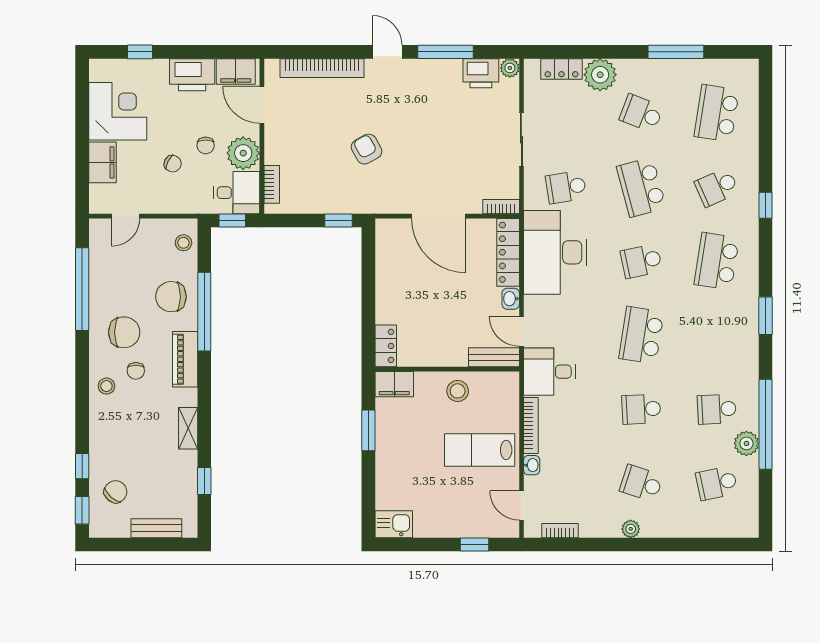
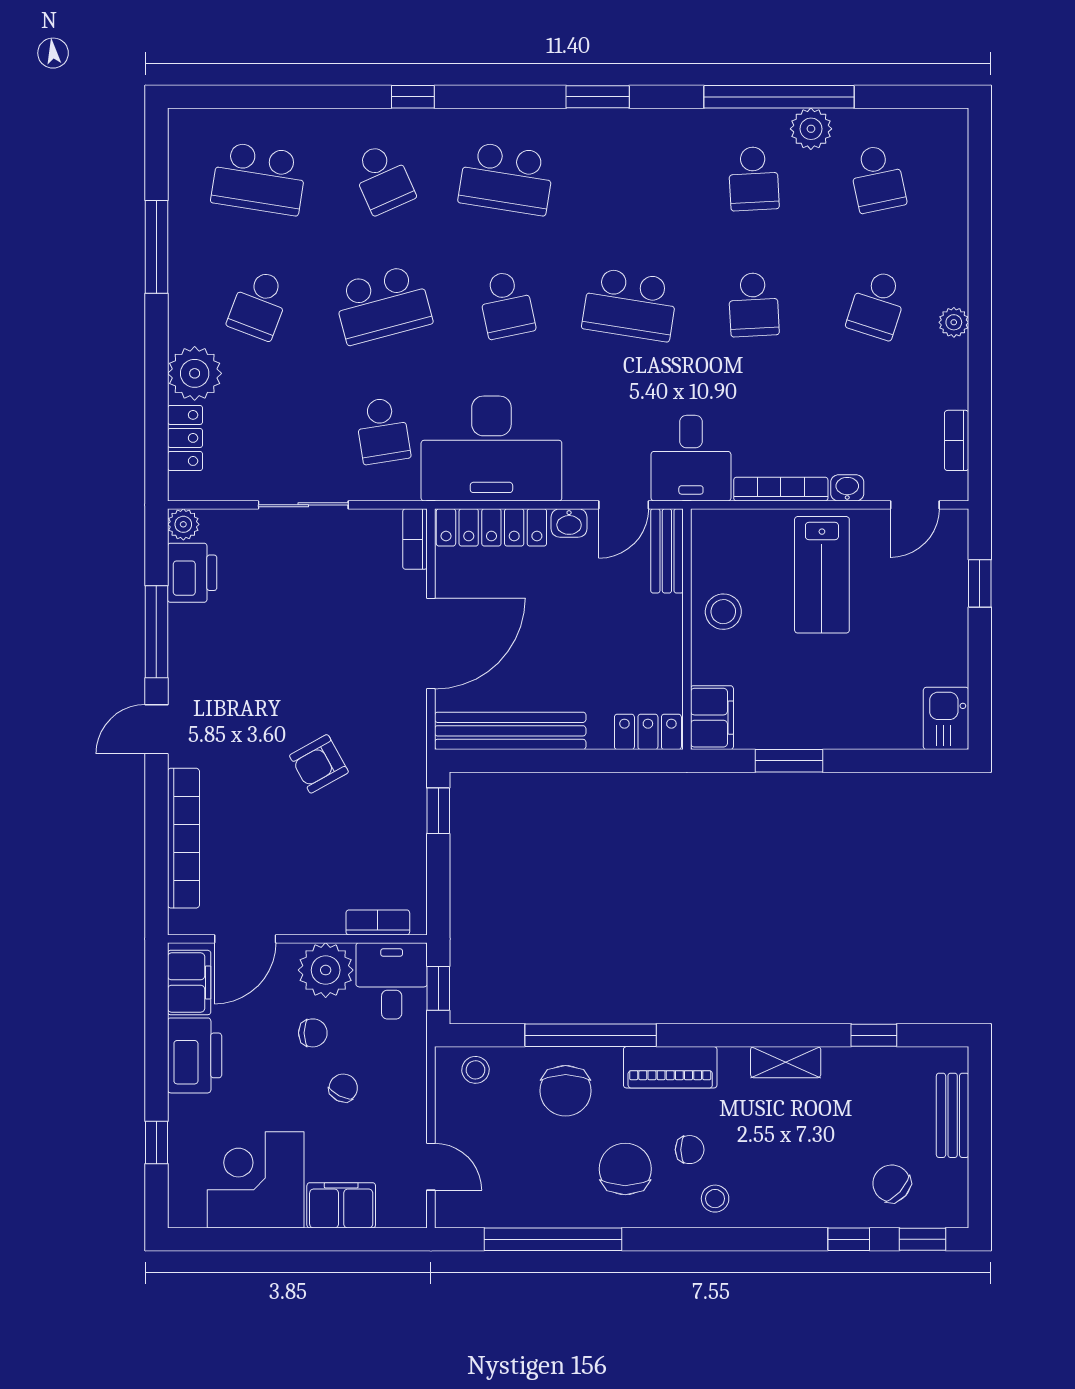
bench: (386, 264) -> (510, 731), added

